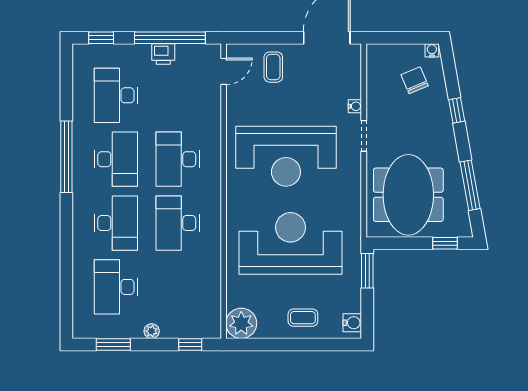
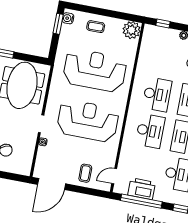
printer: (163, 54) -> (142, 189), width x1.87, depth x1.48
reception desk: (290, 243) -> (95, 70), turned 180
window: (367, 271) -> (58, 24), moved

